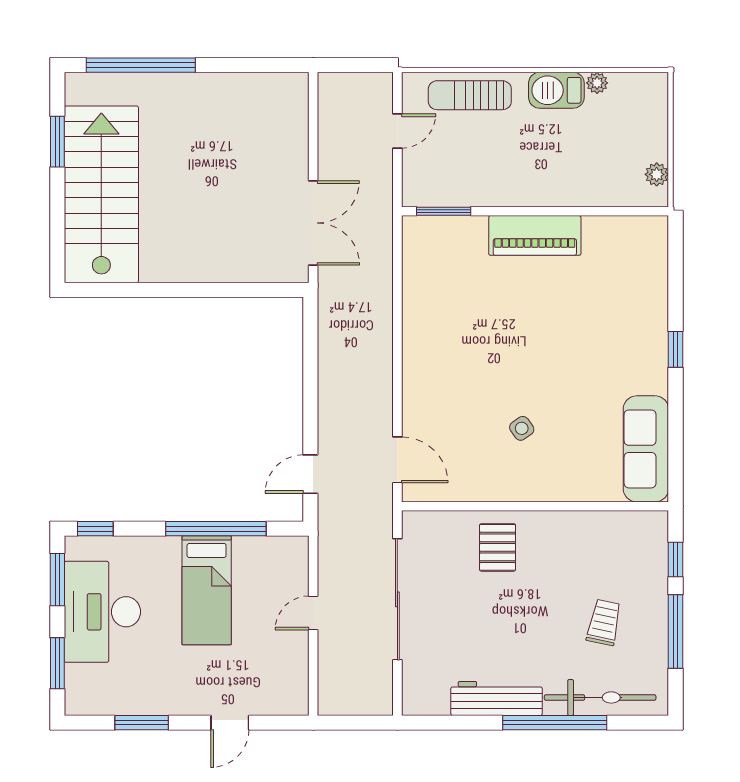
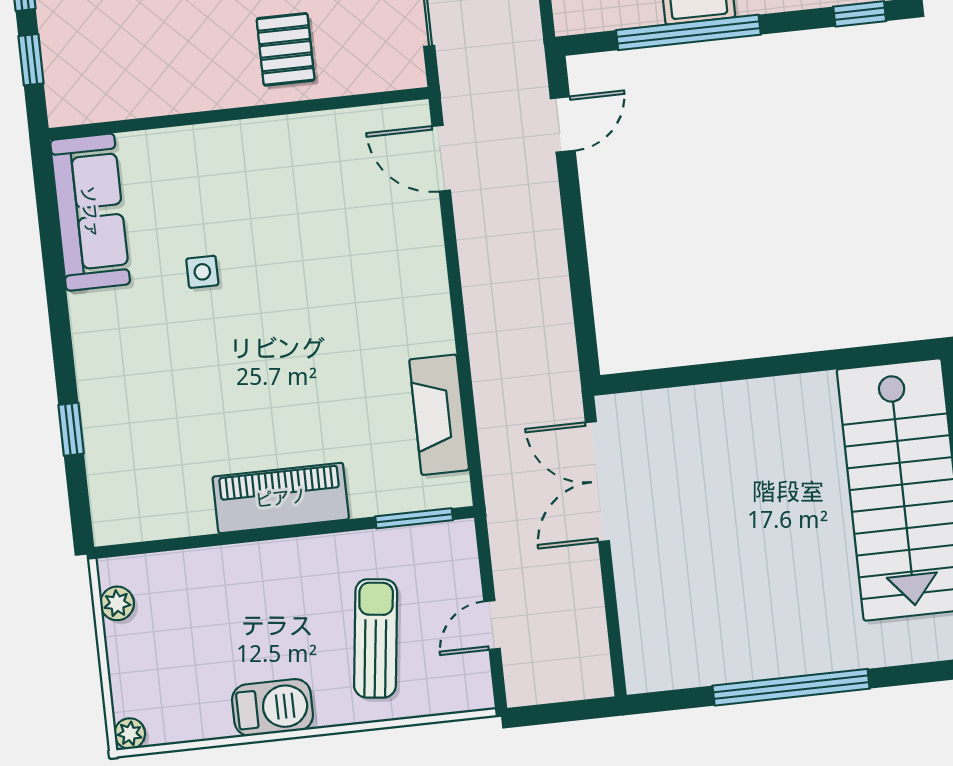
window: (141, 65) -> (791, 687), moved
plant: (597, 83) -> (130, 734), moved
sun lounger: (470, 95) -> (376, 638), moved, turned -83
fireplace: (418, 281) -> (439, 415), added
window: (676, 349) -> (71, 429), moved
side table: (522, 428) -> (202, 272), moved, turned 35

